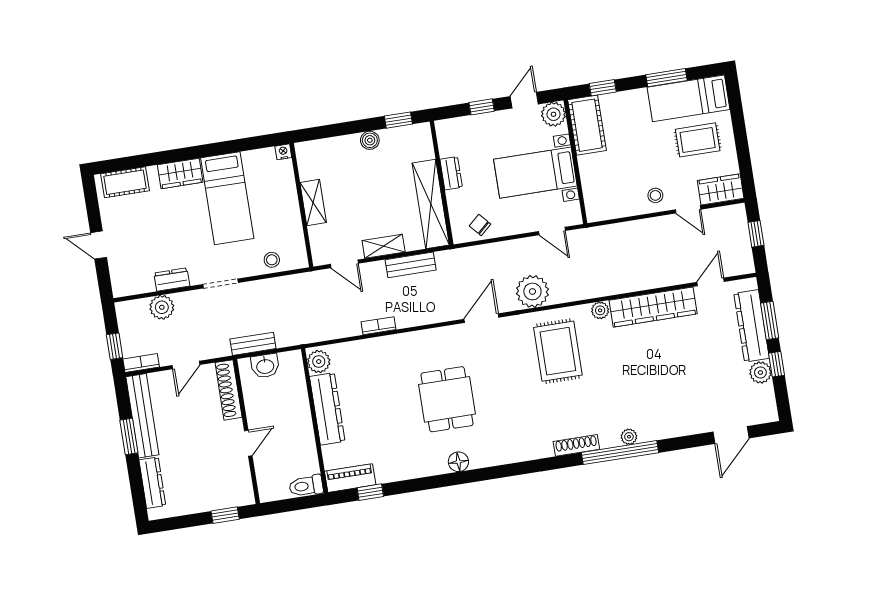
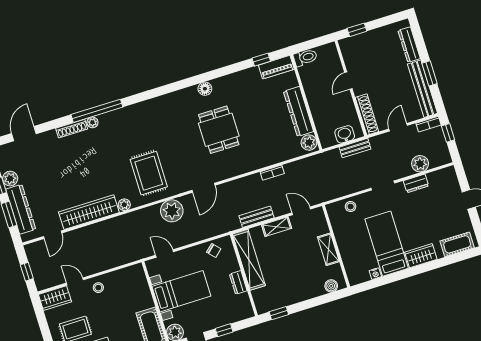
boiler: (370, 140) -> (331, 286), moved
nightstand: (283, 152) -> (375, 274), moved
shoe rack: (576, 445) -> (72, 129), moved

